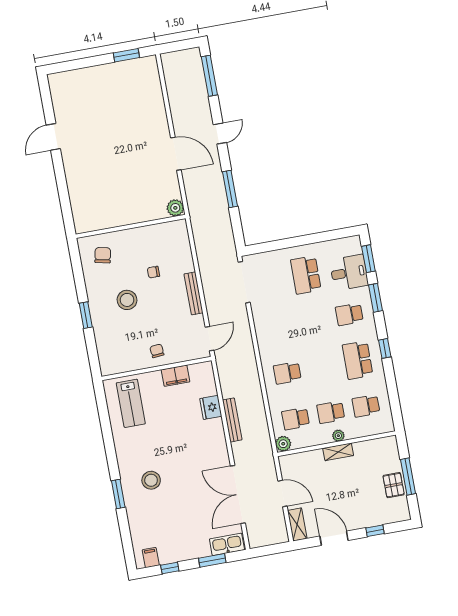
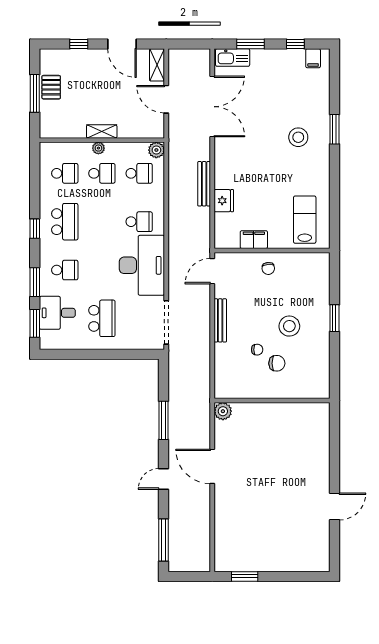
chair: (103, 255) -> (277, 363), moved, turned -102
desk: (277, 332) -> (142, 265), added

